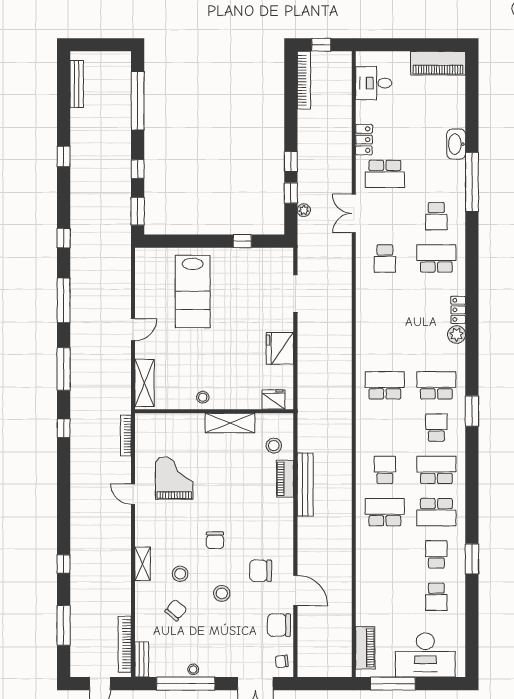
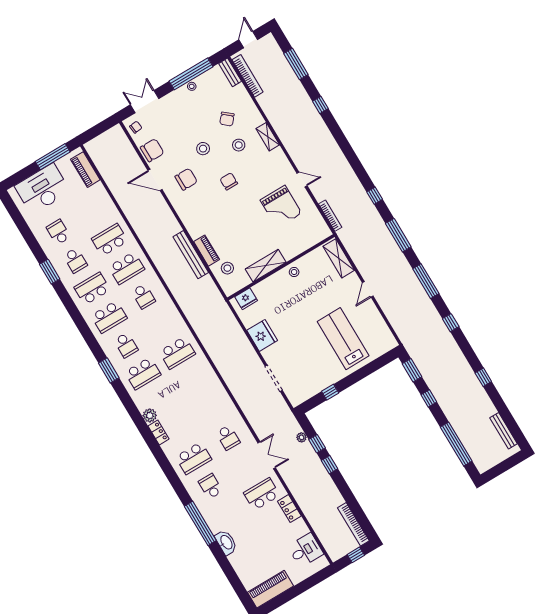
school desk: (385, 258) -> (228, 438), turned 180
school desk: (385, 554) -> (110, 240), added

